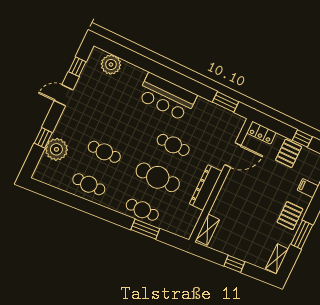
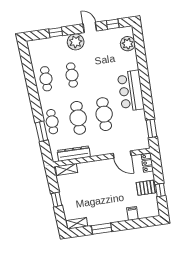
cafe table: (173, 145) -> (104, 114), width x1.37, depth x1.35
plant: (56, 149) -> (76, 42), moved
dresser: (206, 188) -> (74, 154), moved
pallet: (290, 216) -> (108, 214), removed

